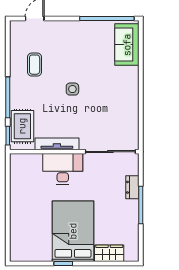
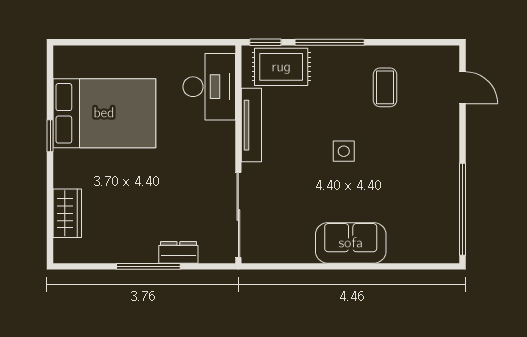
sofa: (127, 45) -> (351, 243), moved
coffee table: (35, 65) -> (385, 87), turned 90
desk: (63, 169) -> (209, 87), moved
bed: (73, 231) -> (104, 113), moved

